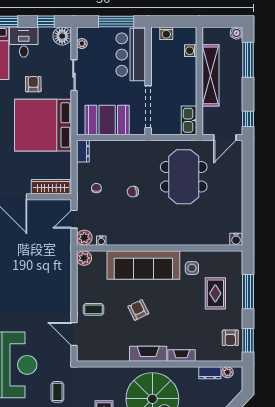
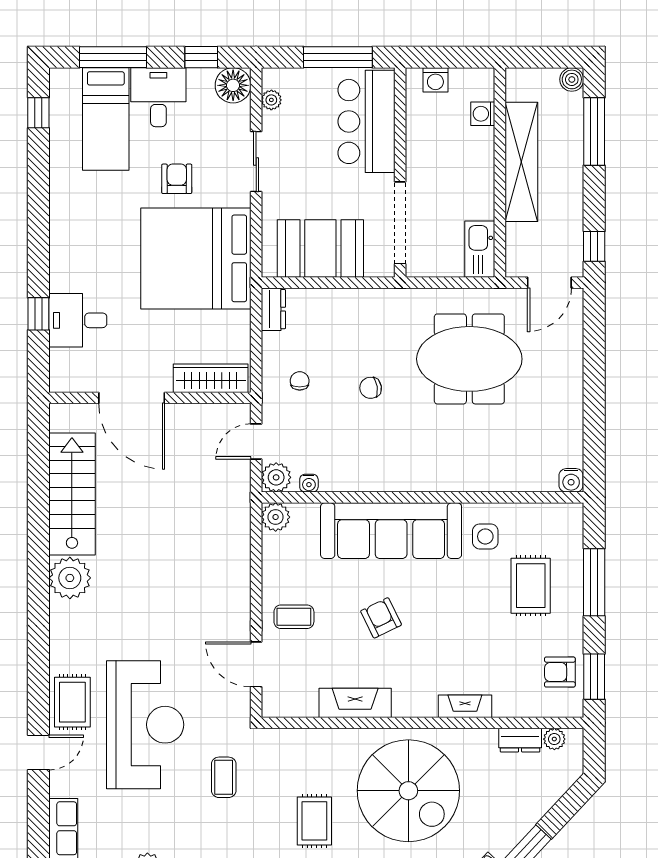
meeting table: (184, 177) -> (469, 359), turned 90
armchair: (230, 338) -> (560, 672), turned 90
fireplace: (148, 354) -> (355, 703), moved

